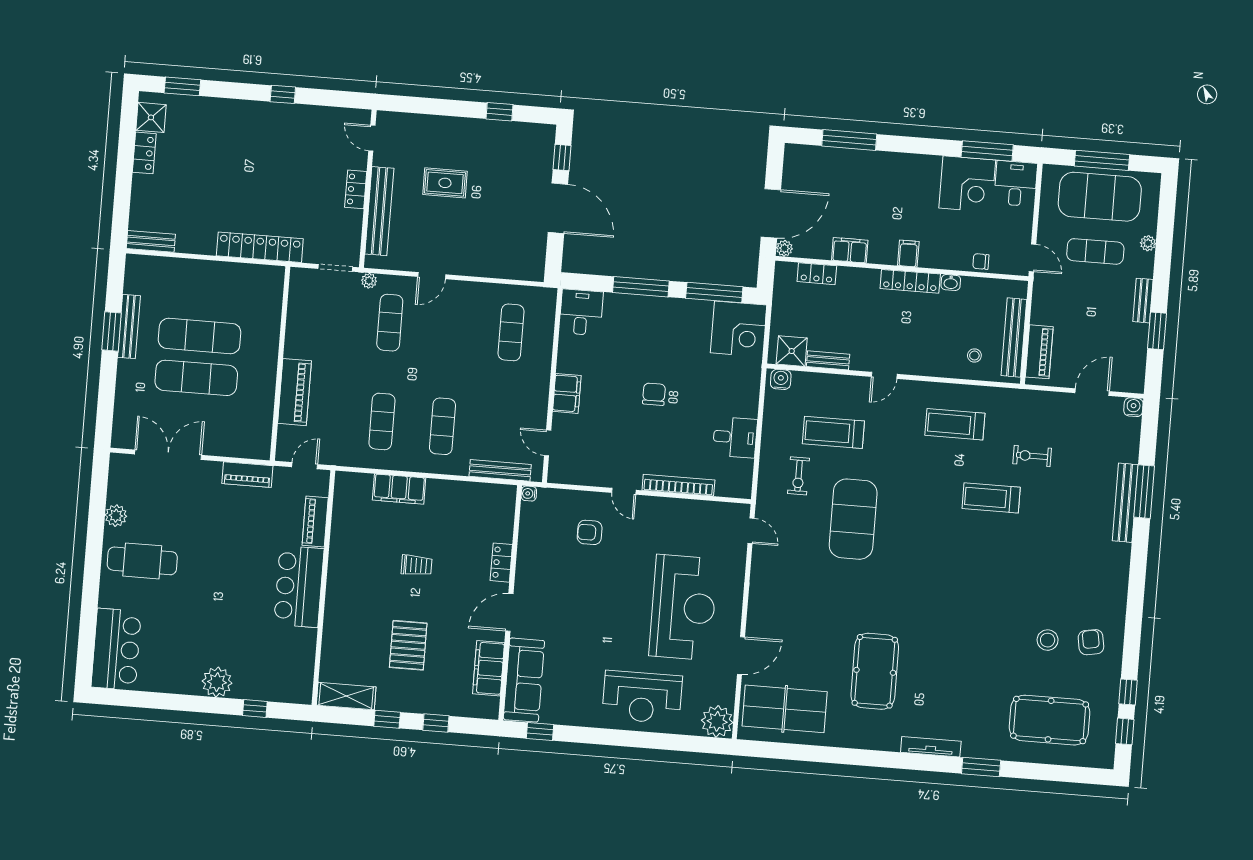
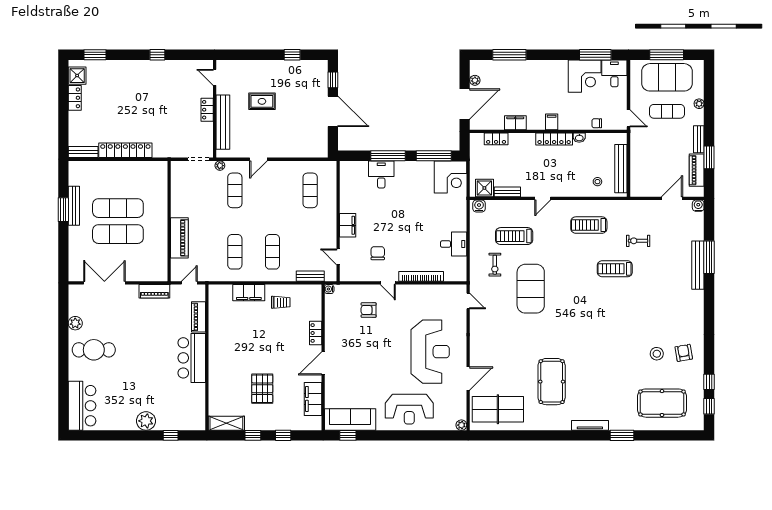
locker: (260, 247) -> (125, 150), moved
plant: (784, 248) -> (475, 80), moved
desk: (581, 312) -> (381, 174), moved
piano: (1039, 352) -> (697, 170), moved, turned 180
chair: (654, 394) -> (378, 253), moved
bench: (500, 470) -> (310, 276), width x0.73
trolley: (417, 565) -> (281, 302), moved
sofa: (524, 680) -> (350, 420), moved, turned -90
plant: (717, 721) -> (461, 425), width x0.53, depth x0.53

